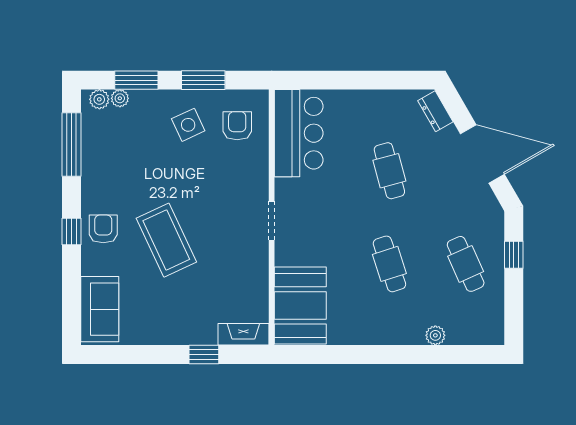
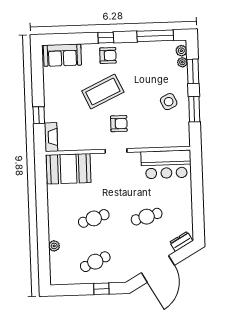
armchair: (237, 126) -> (119, 124), moved

